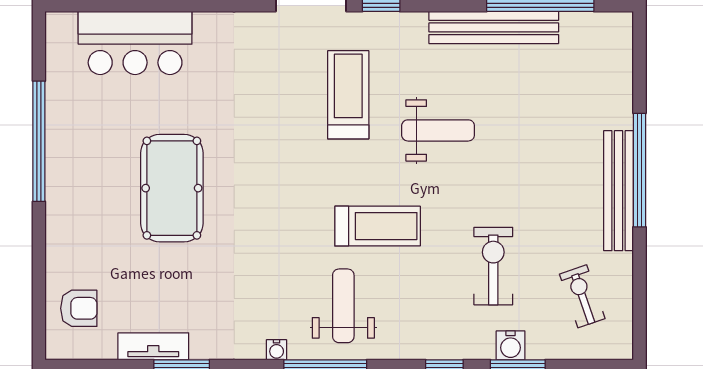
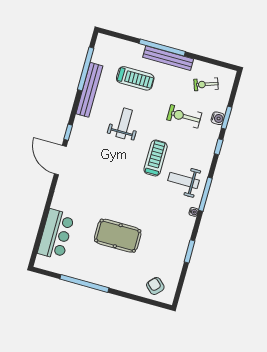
treadmill: (348, 95) -> (135, 78), moved, turned 180
armchair: (79, 308) -> (155, 286), turned -47
tv unit: (153, 346) -> (179, 261), removed

